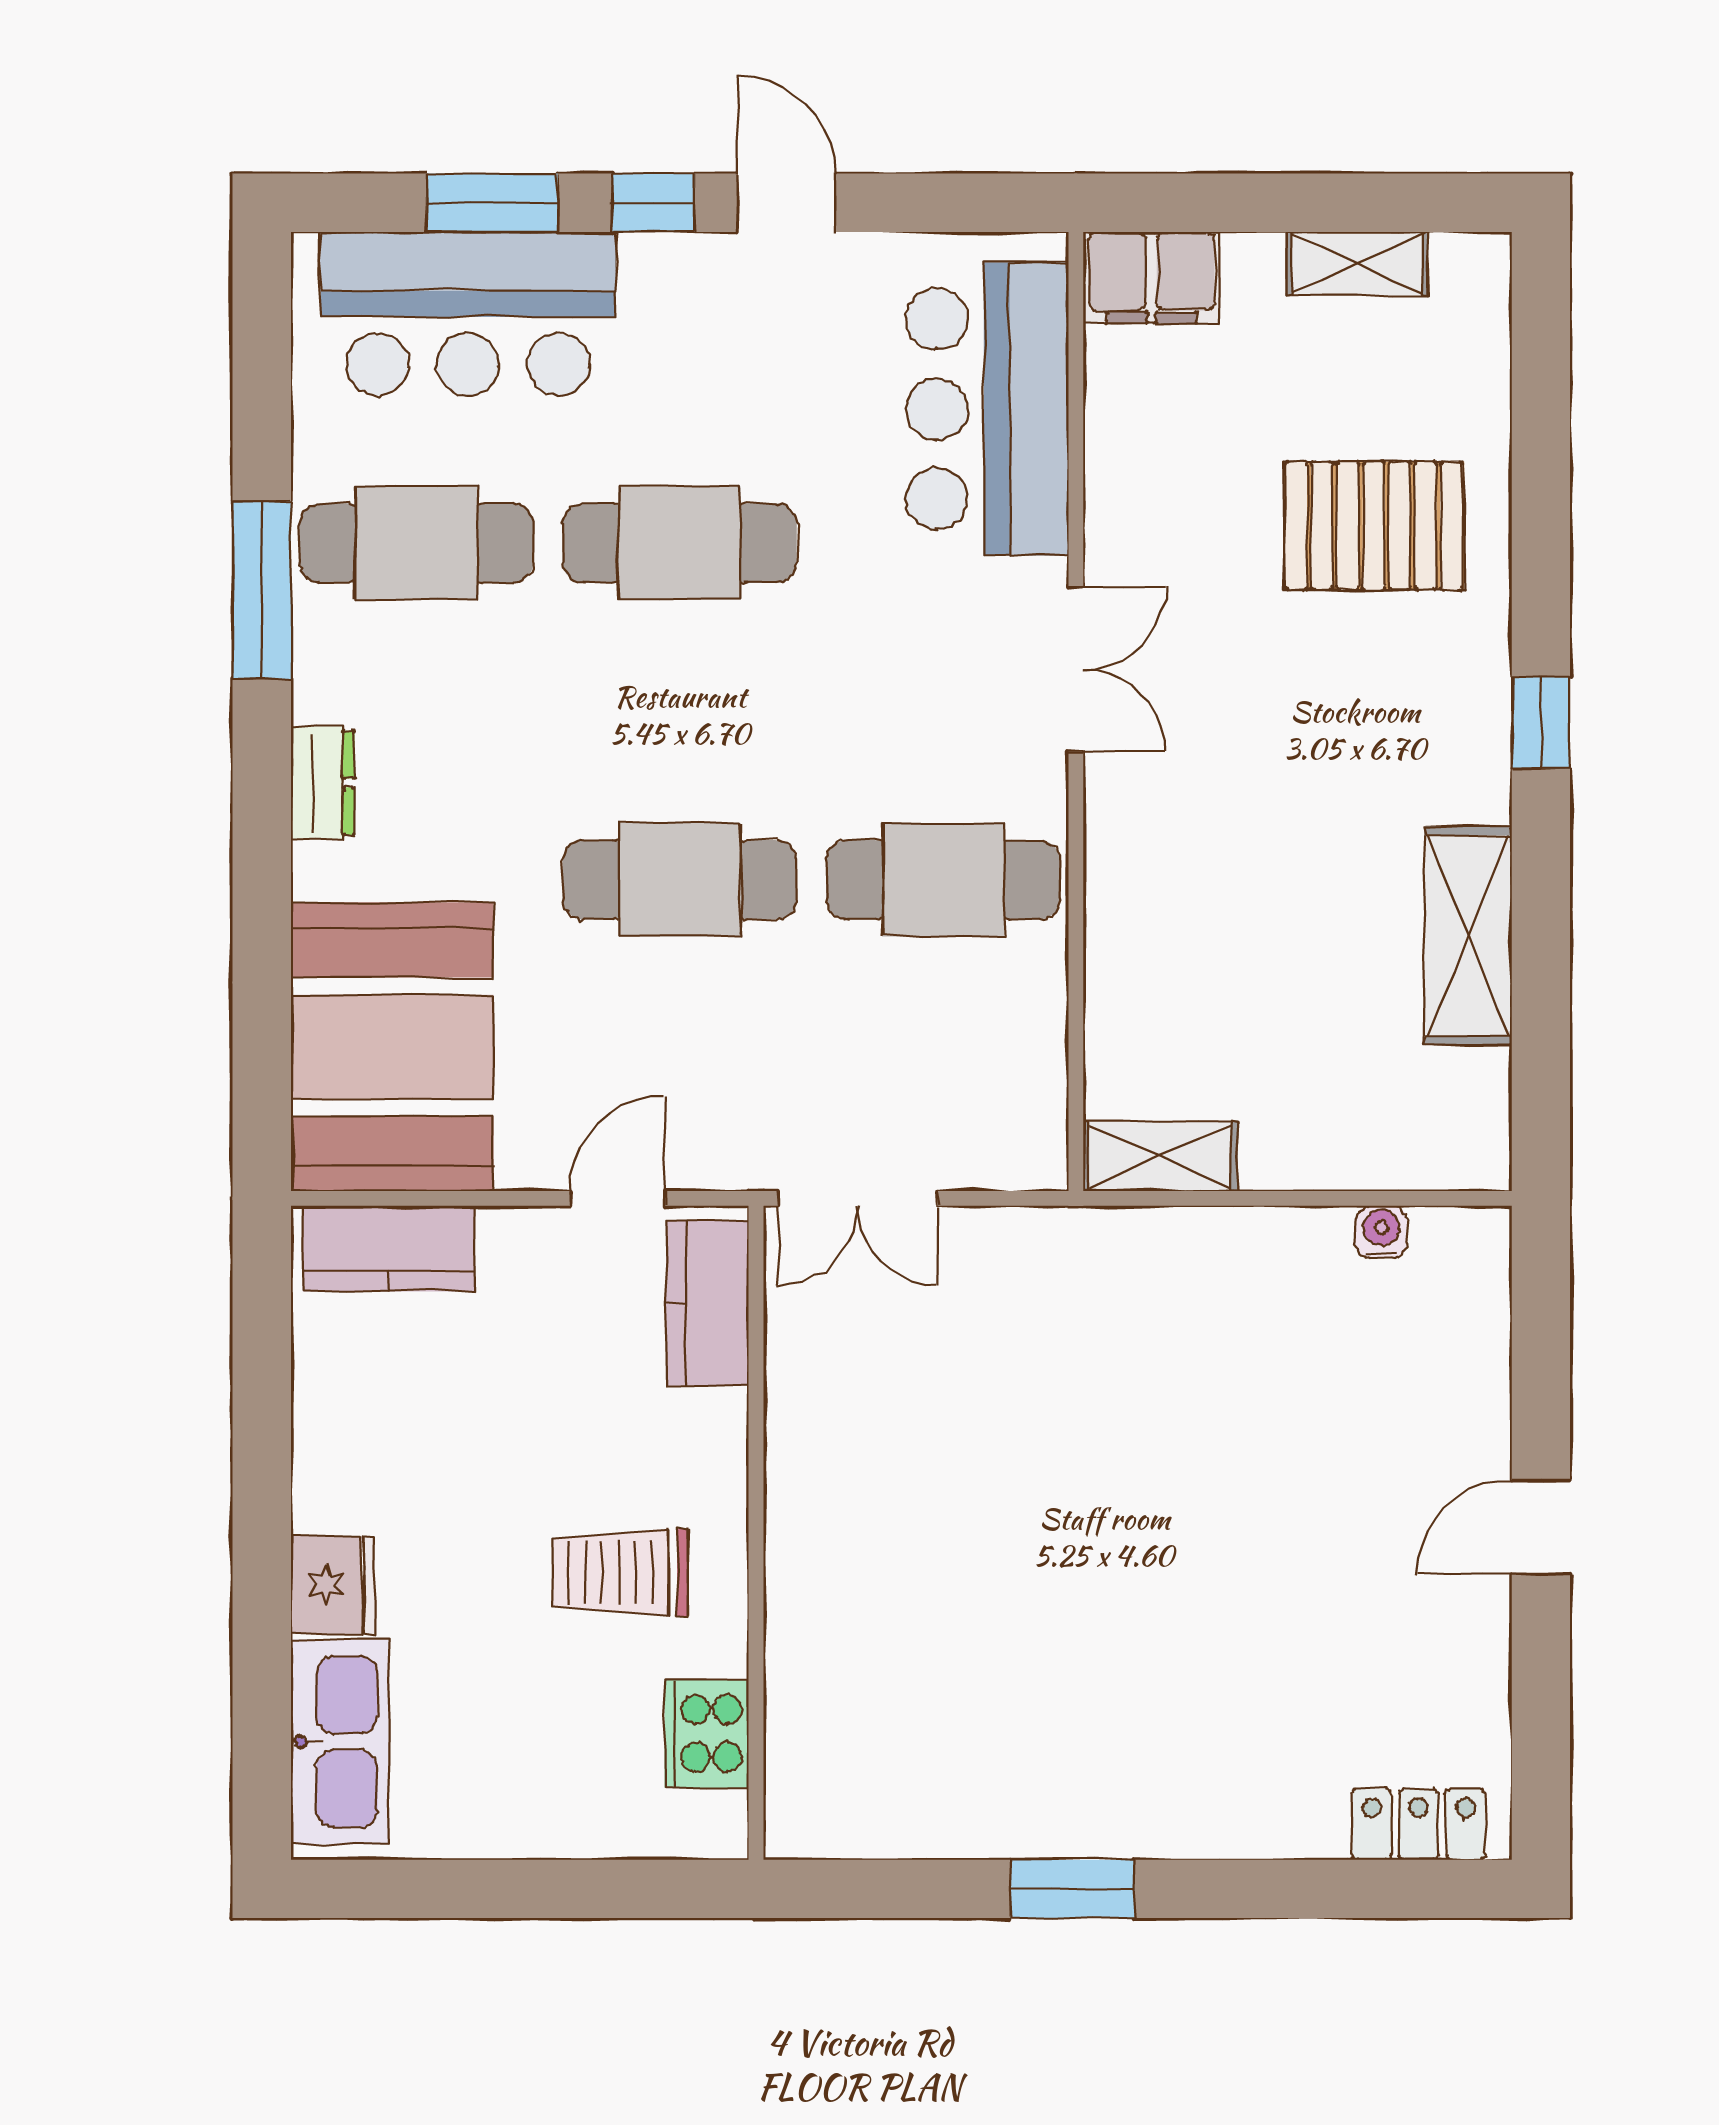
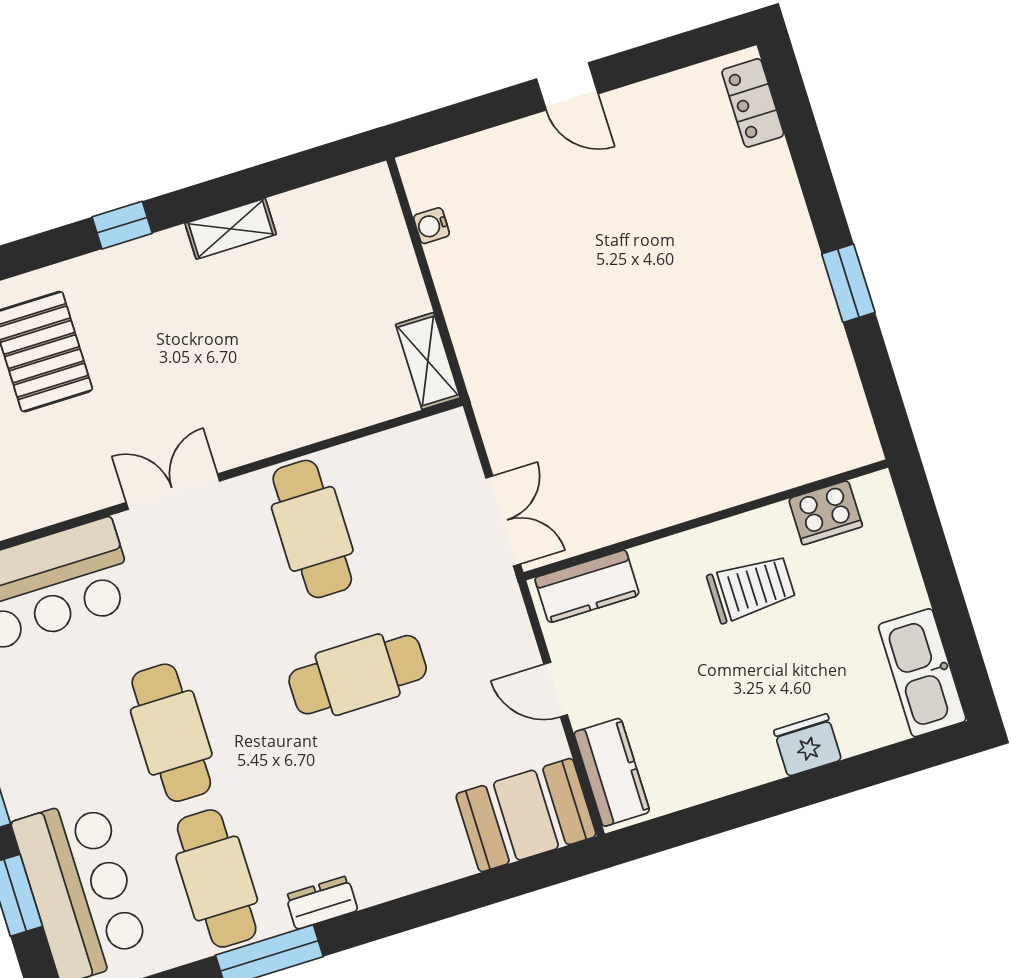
dresser: (323, 783) -> (322, 903), moved
cafe table: (680, 880) -> (358, 675), turned 90
shelving: (1468, 936) -> (231, 229), width x0.67, depth x0.75
booth: (392, 1047) -> (526, 815), width x0.73, depth x0.70
door: (618, 1198) -> (556, 689), moved
trolley: (620, 1572) -> (751, 588), turned -90
kitchen sink: (340, 1742) -> (922, 673), moved, turned -90

